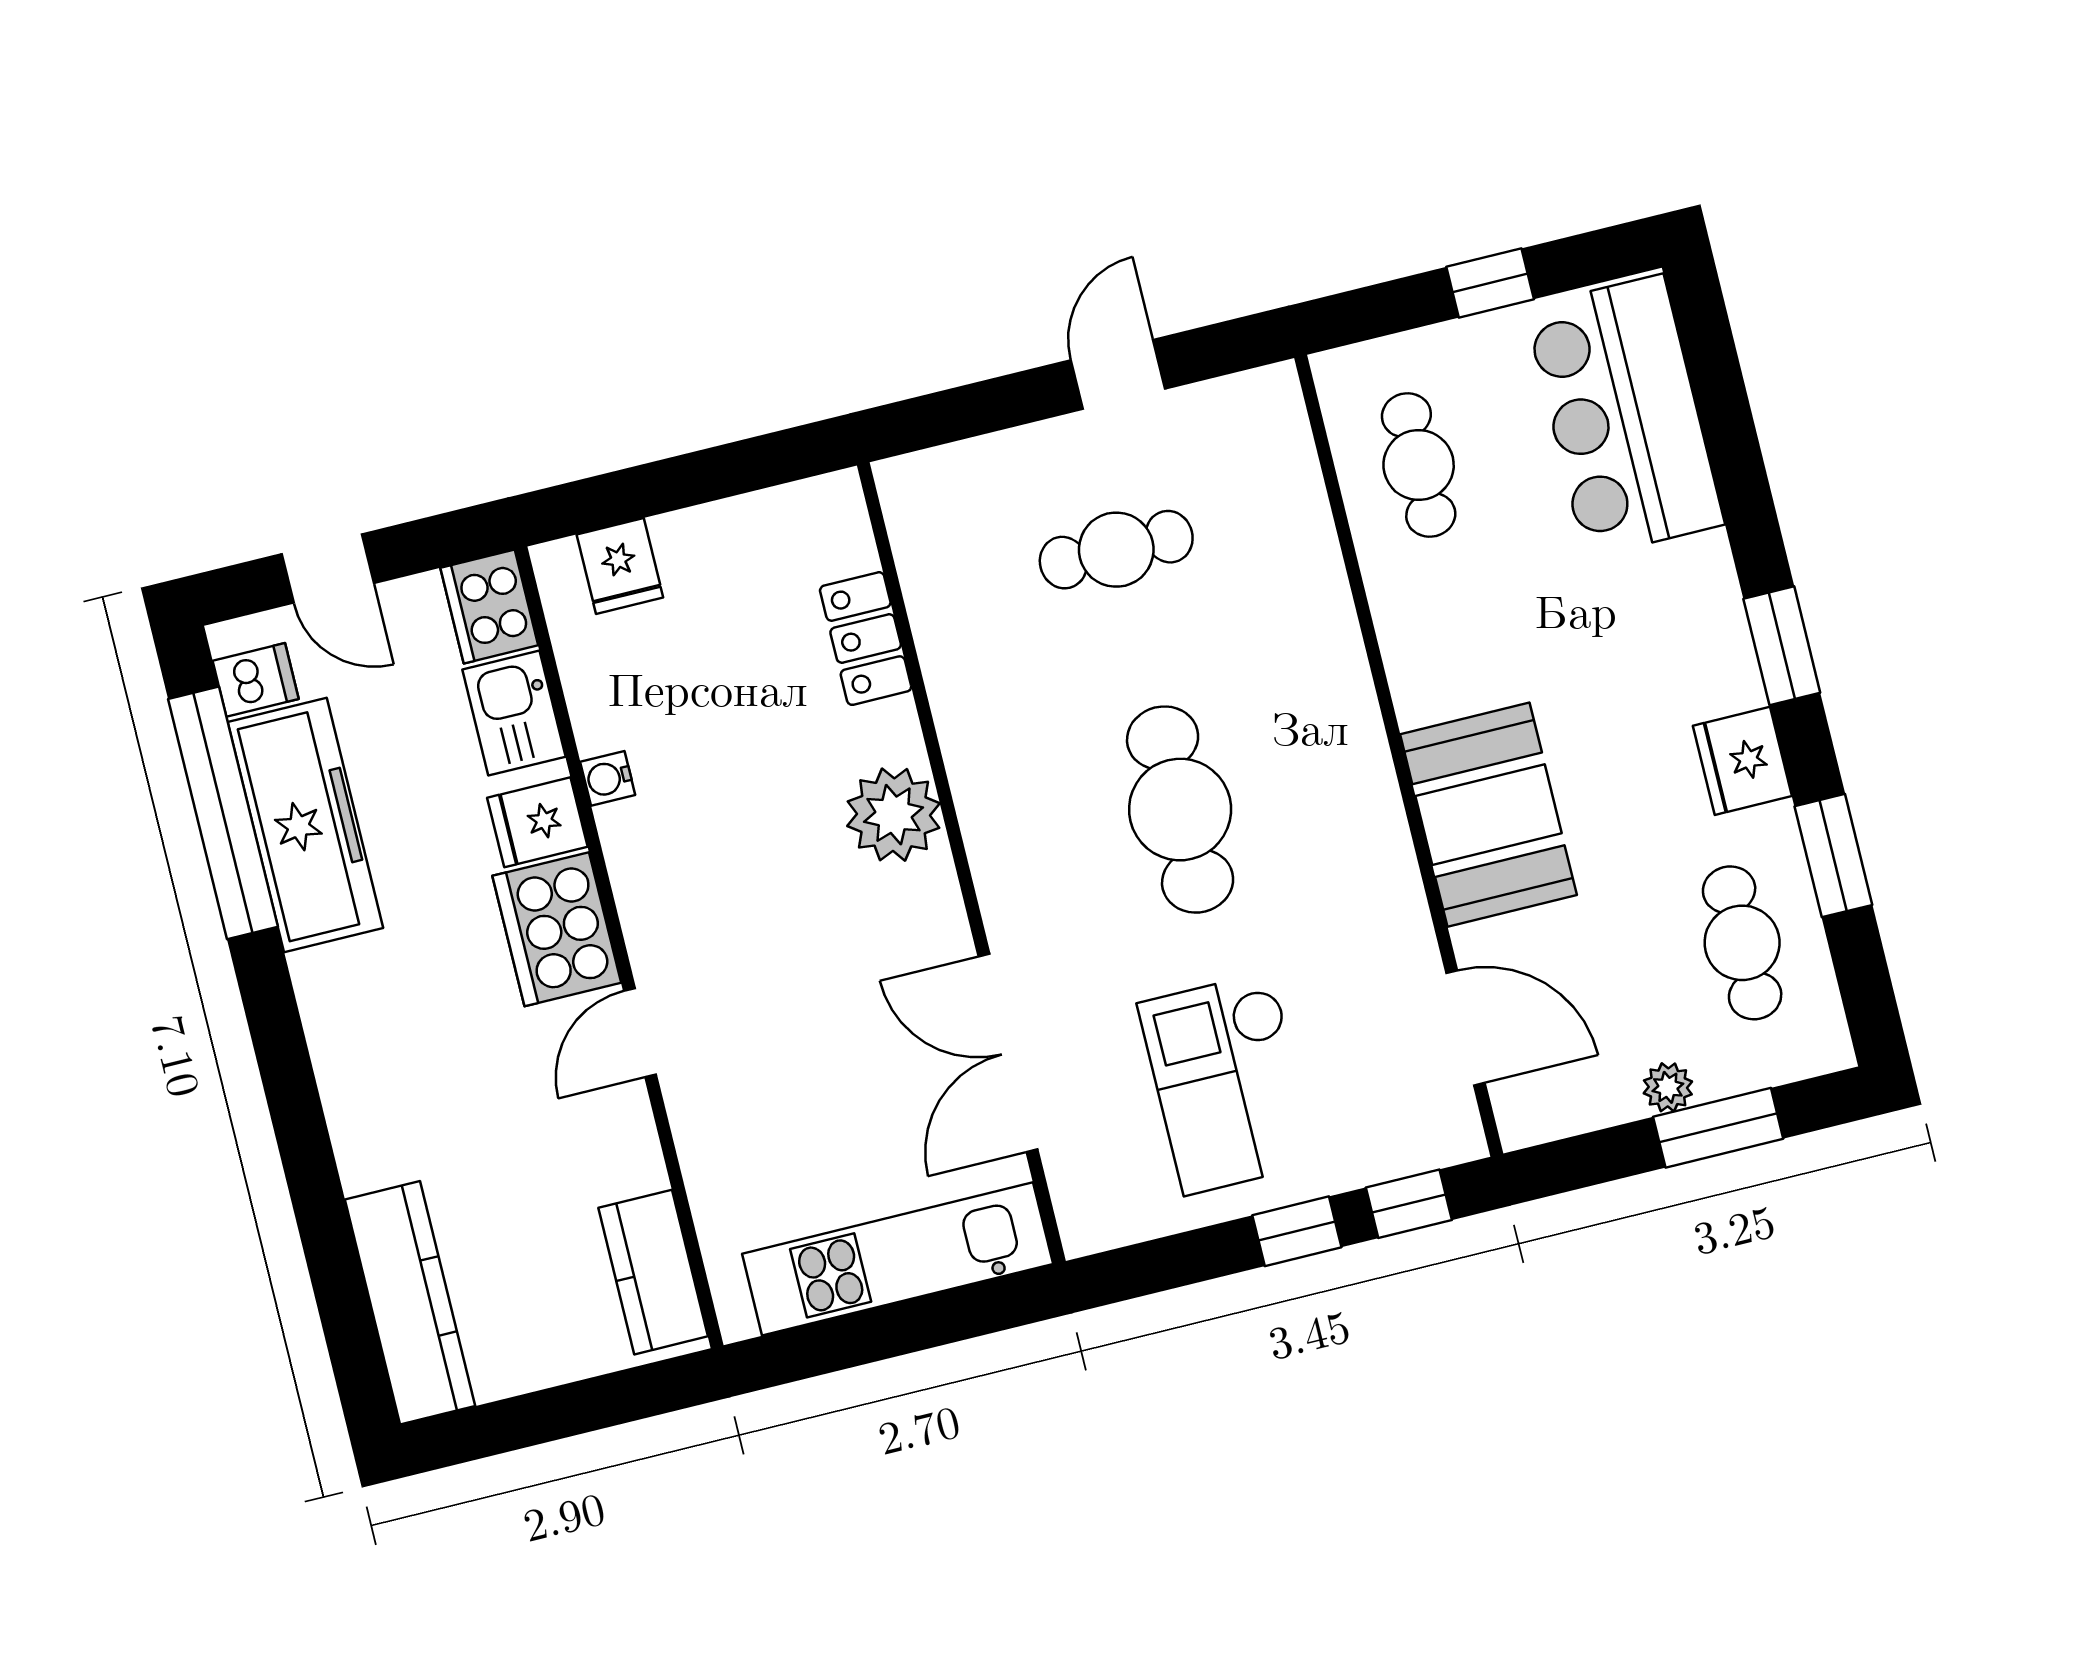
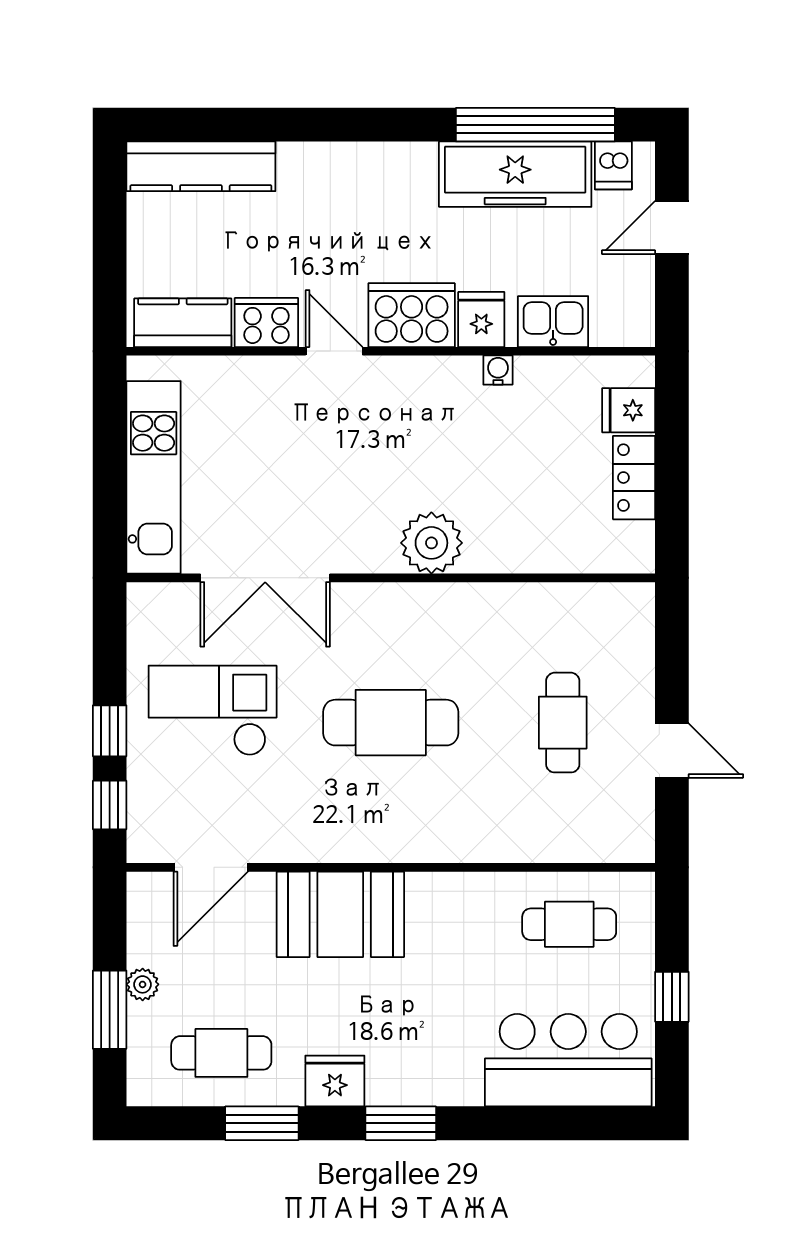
cooker: (489, 607) -> (266, 323), moved
locker: (866, 639) -> (634, 478), moved, turned -90
double door: (1008, 1053) -> (265, 578), swing flipped

